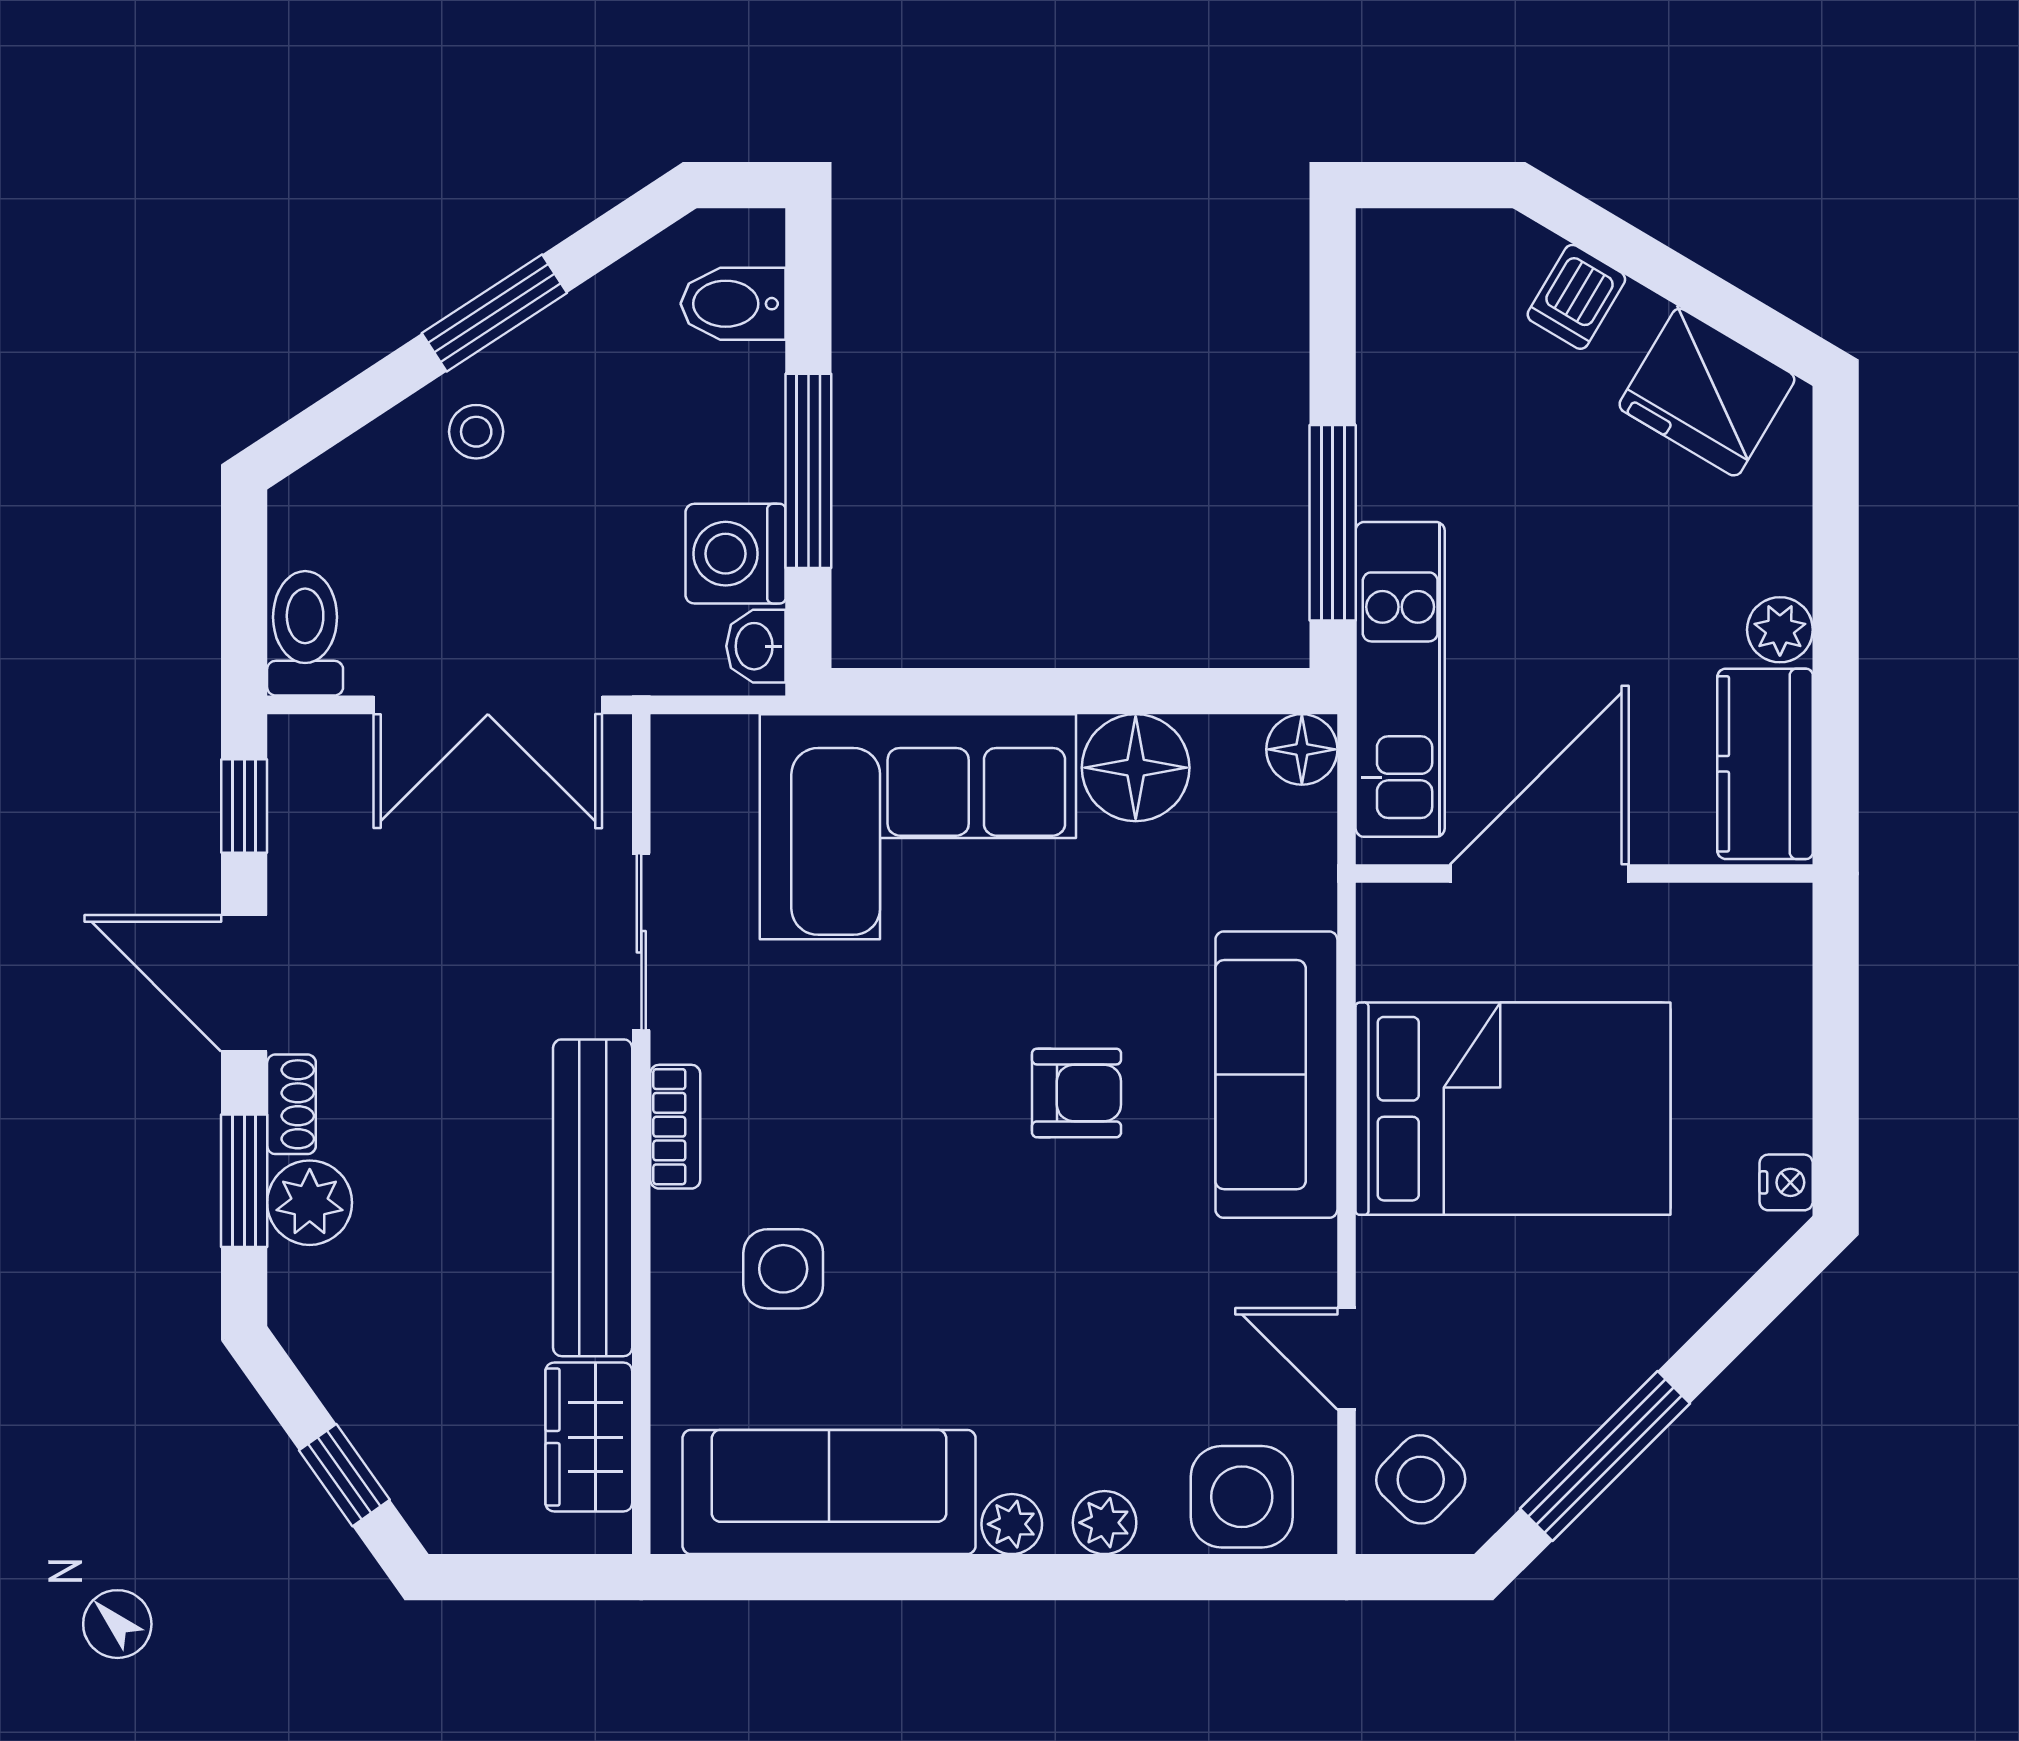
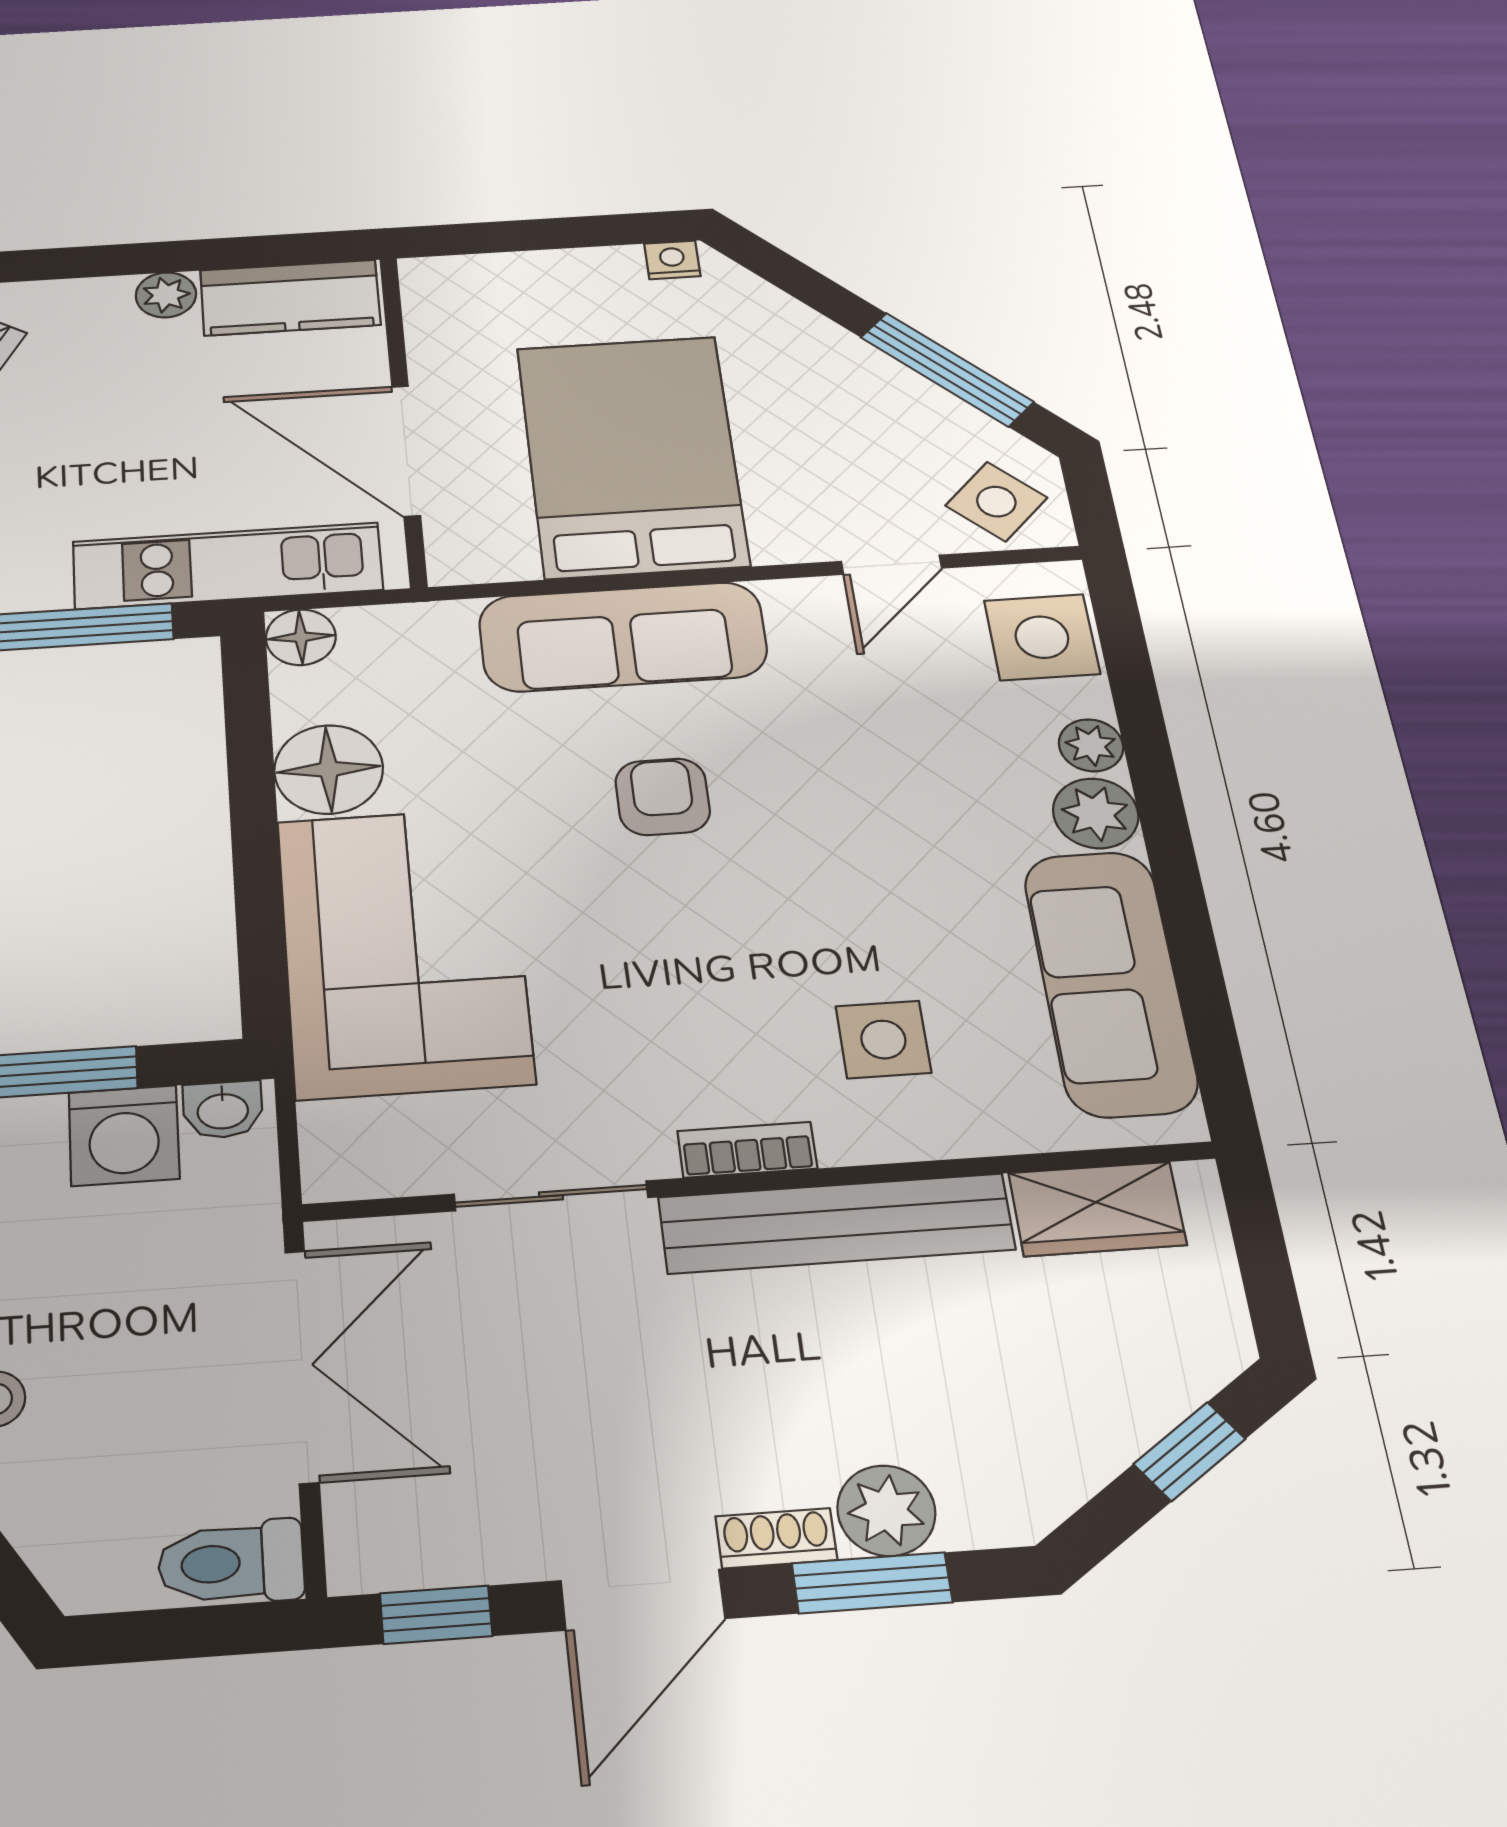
plant: (1012, 1524) -> (1096, 813), width x1.38, depth x1.38

